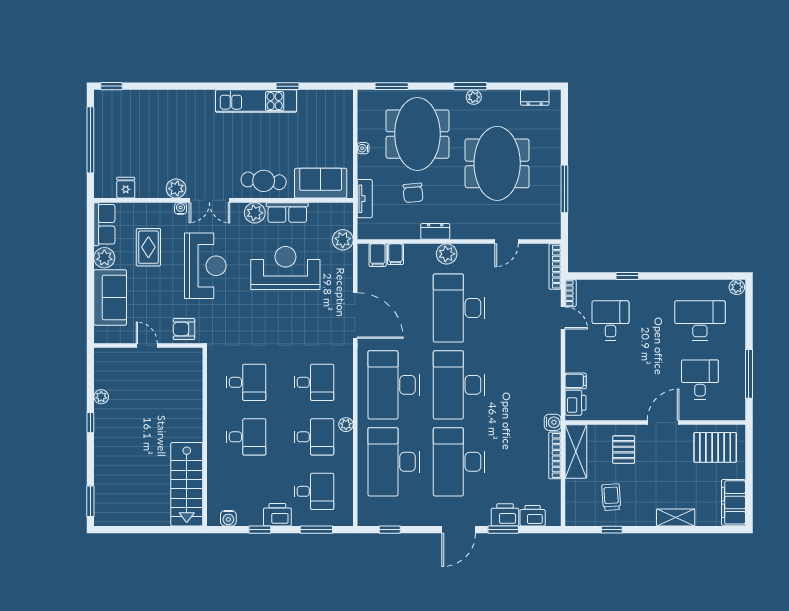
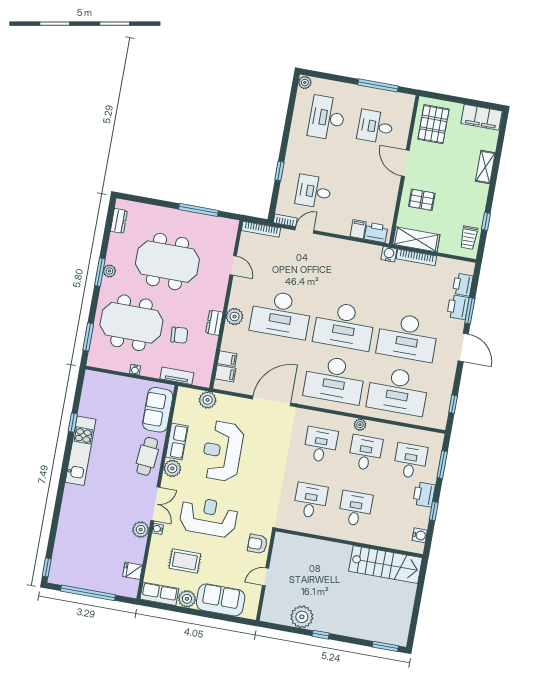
armchair: (184, 329) -> (257, 544), turned 90
plant: (101, 397) -> (302, 617), width x1.87, depth x1.87
trolley: (611, 497) -> (469, 238), moved, turned -86

